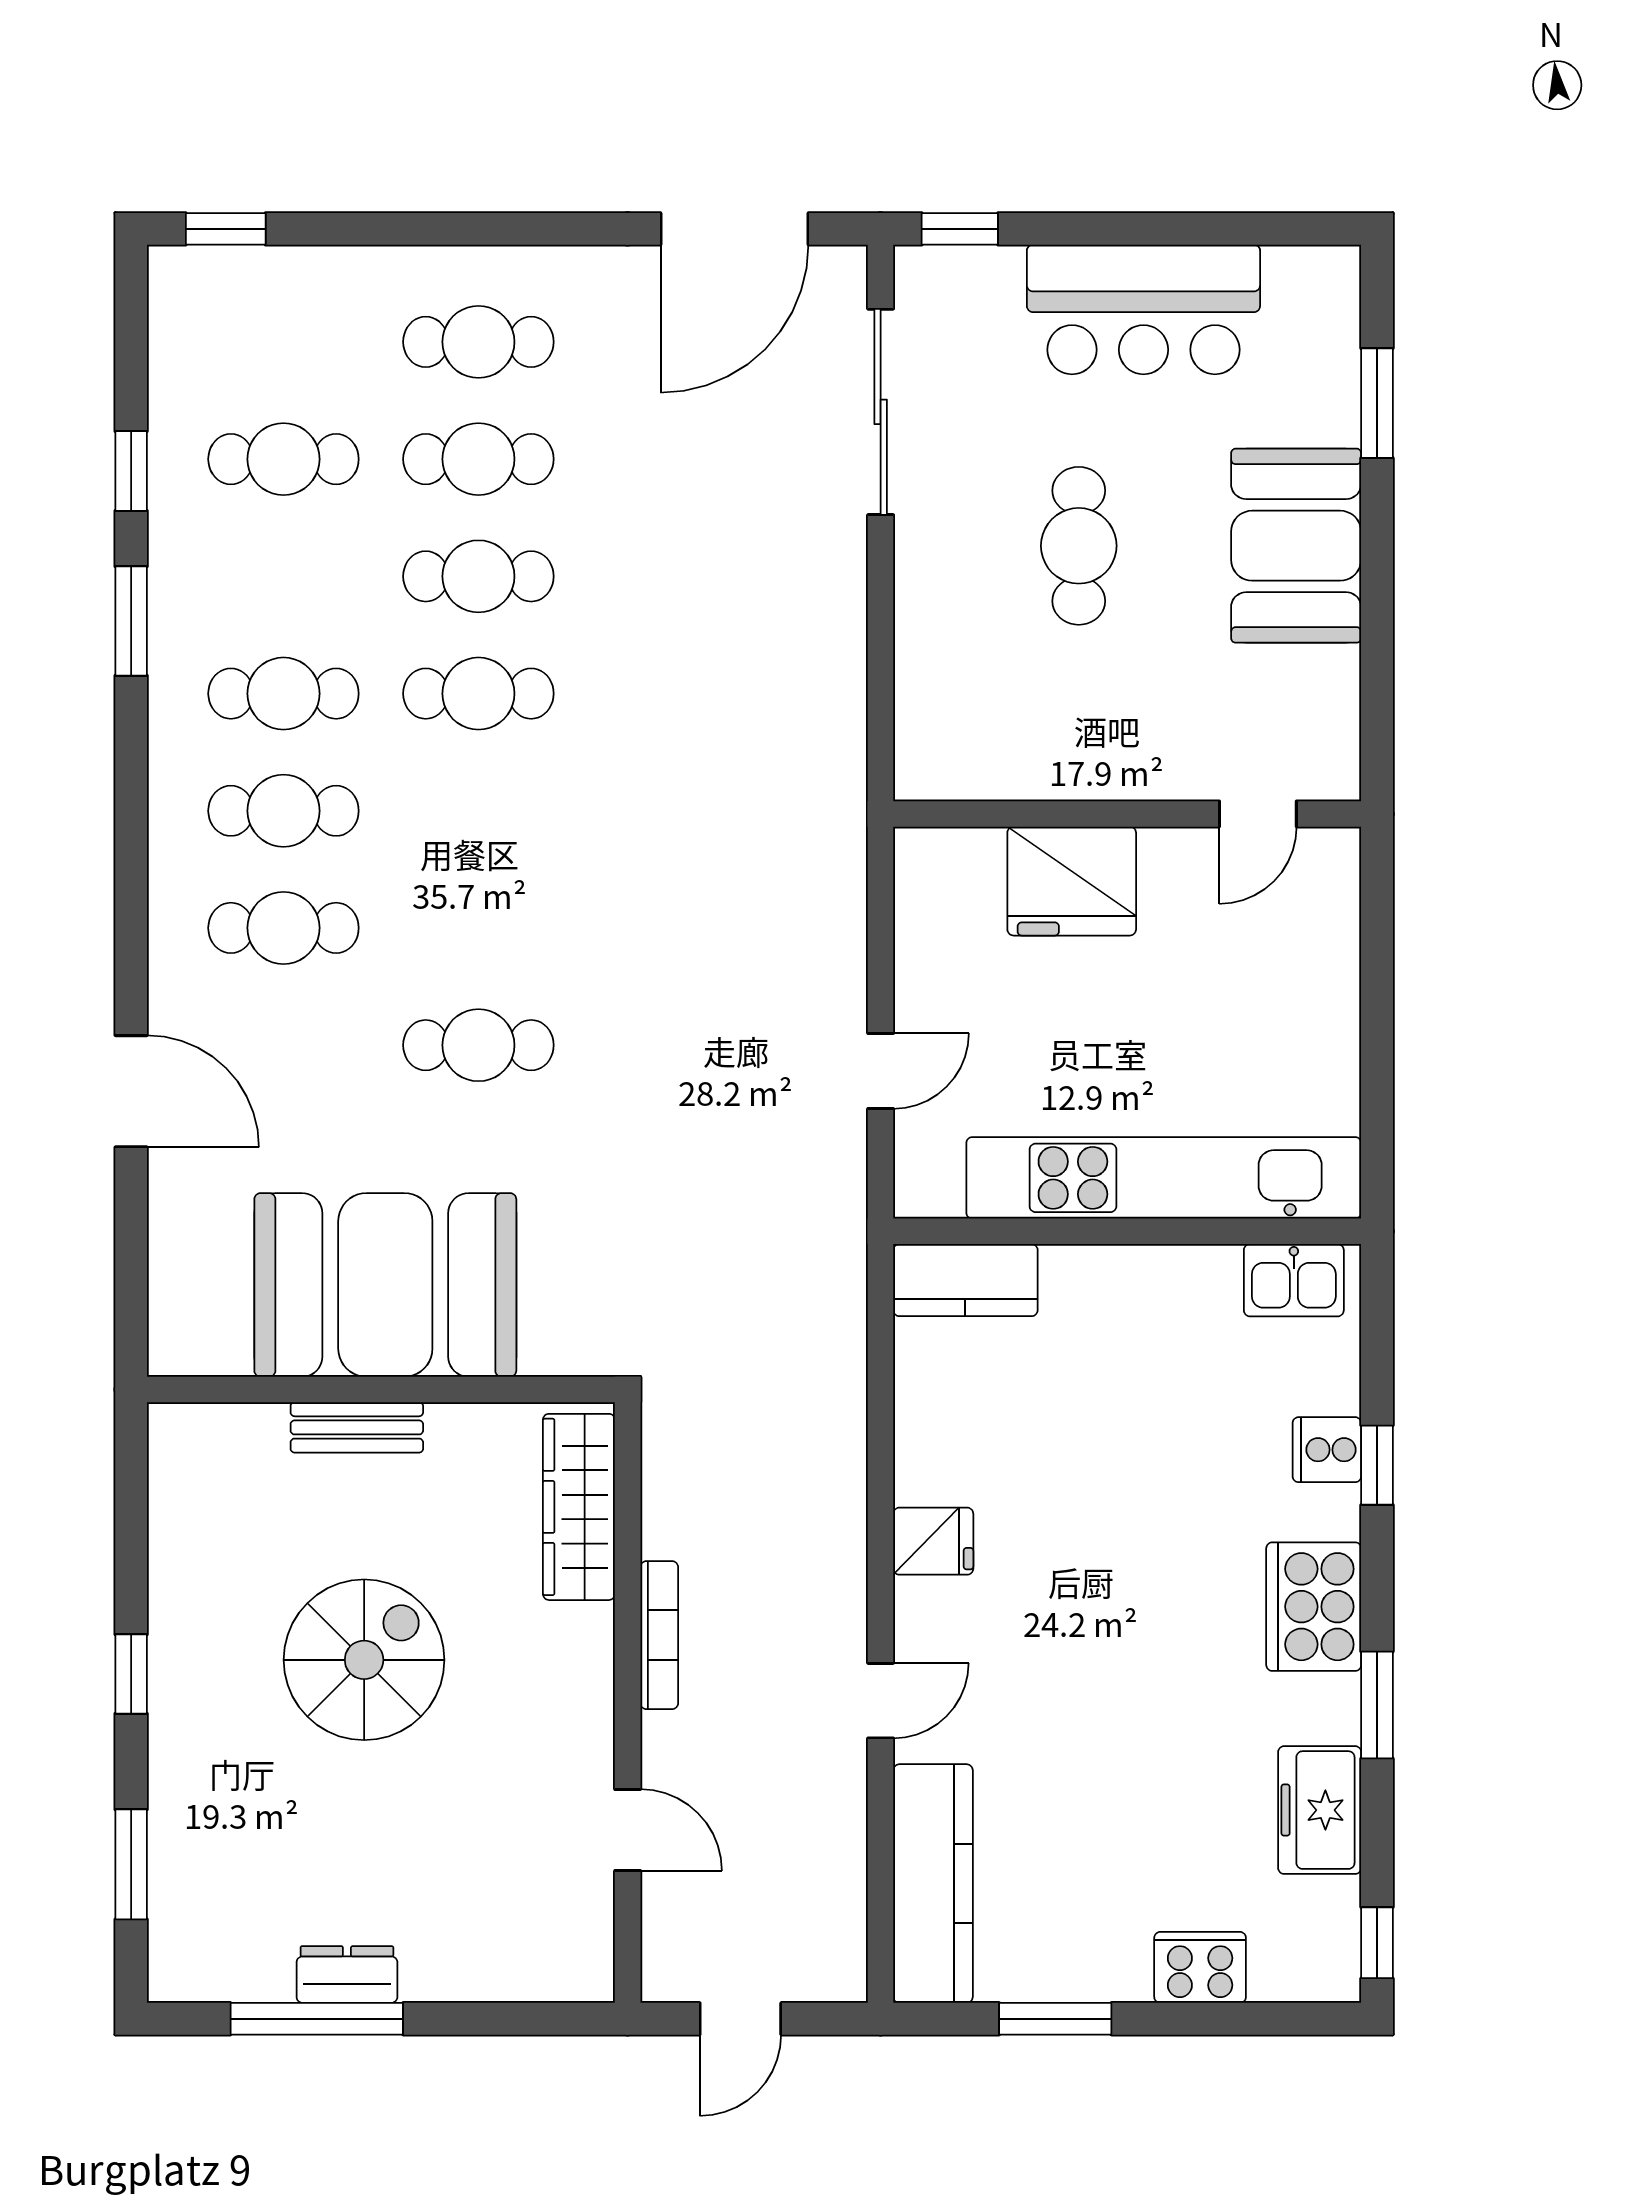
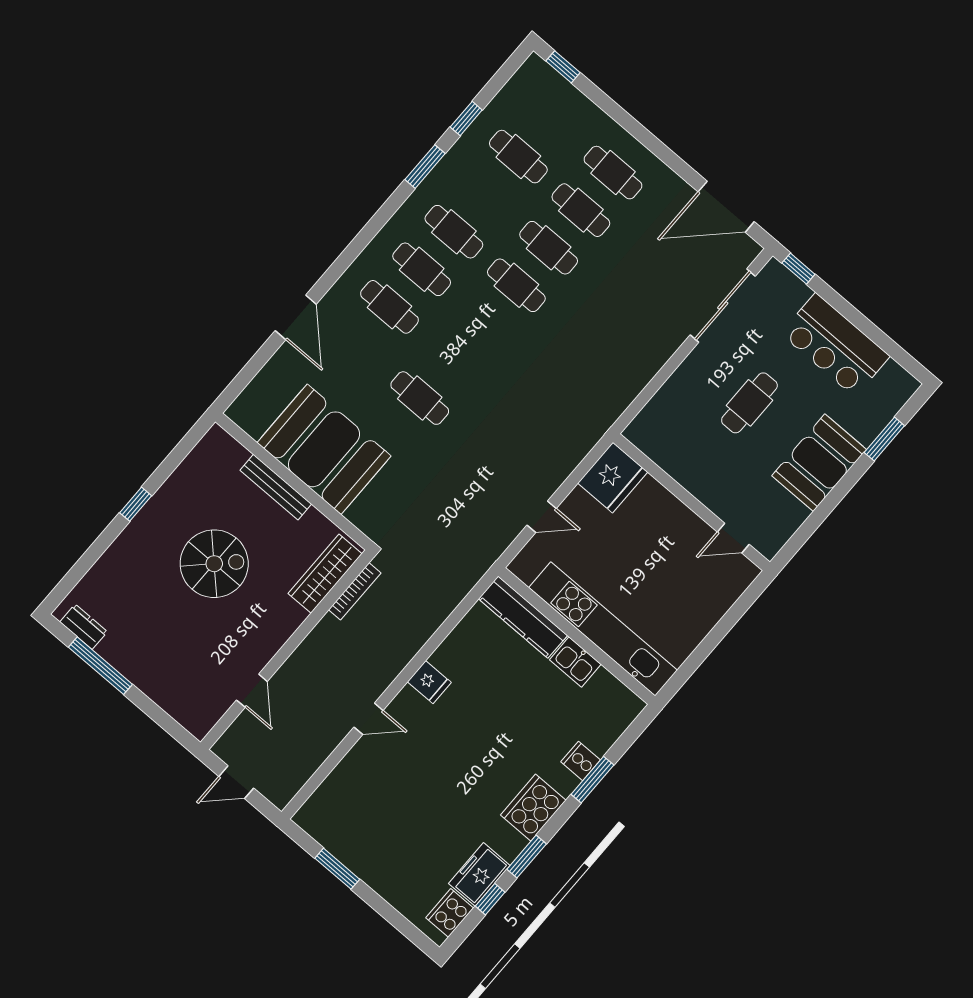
fridge: (1072, 881) -> (613, 478), moved, turned -90
kitchen counter: (965, 1280) -> (523, 617), width x1.50
kitchen sink: (1294, 1280) -> (575, 662), moved
bench: (357, 1427) -> (276, 487), width x1.36
window: (1377, 1465) -> (592, 780), width x1.50
bookcase: (659, 1635) -> (355, 591), moved
window: (131, 1864) -> (83, 565), removed
kitchen counter: (933, 1884) -> (335, 792), removed
window: (1377, 1943) -> (490, 899), moved
cooker: (1200, 1967) -> (450, 913), moved, turned -90
dresser: (347, 1975) -> (84, 627), moved

